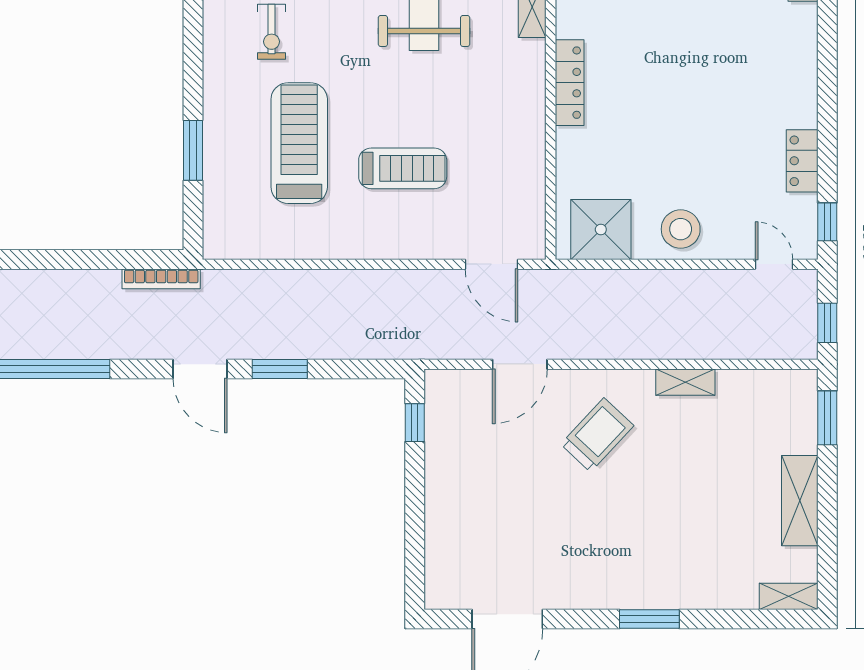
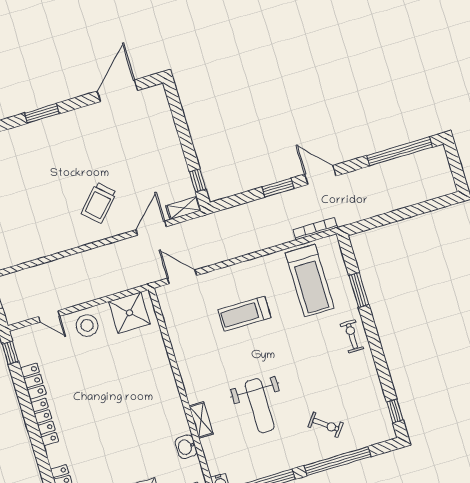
exercise bike: (272, 32) -> (352, 336), moved
locker: (570, 83) -> (45, 422), moved, turned 180
treadmill: (299, 143) -> (310, 281), moved
door: (774, 264) -> (49, 316), moved
bookcase: (161, 279) -> (315, 229), moved
shelving: (685, 382) -> (183, 208), moved

